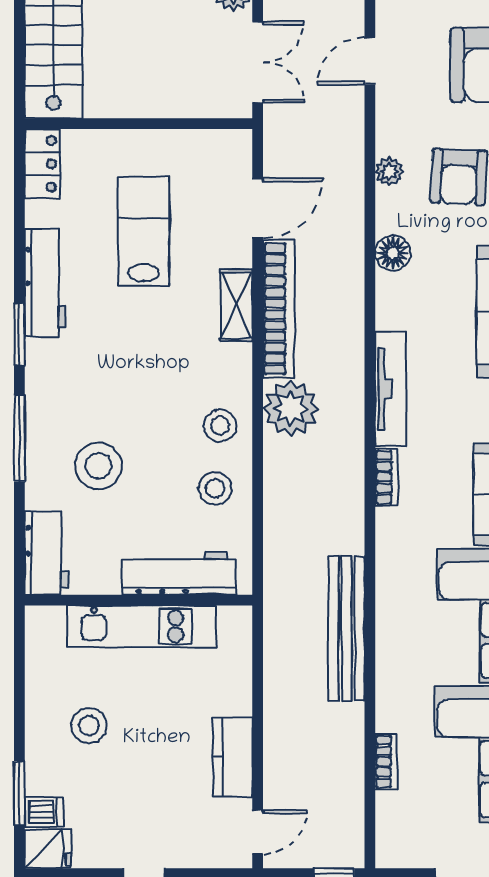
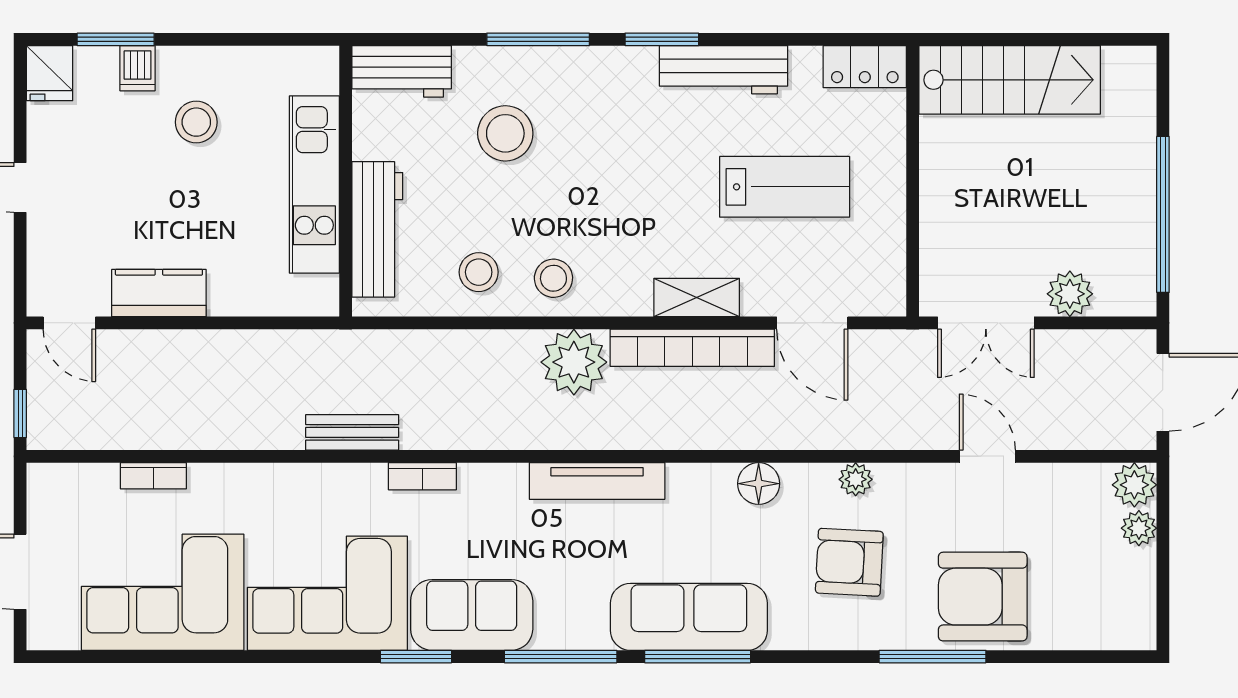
bookcase: (387, 477) -> (422, 476), moved
bench: (347, 628) -> (352, 432), width x0.54, depth x0.82
dishwasher: (44, 812) -> (138, 68), moved

